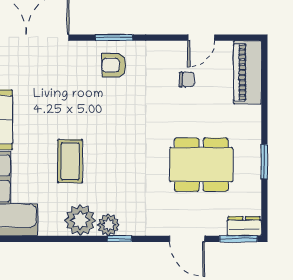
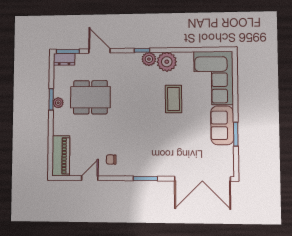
armchair: (114, 65) -> (145, 161), removed
chair: (187, 79) -> (111, 159), moved
plant: (253, 156) -> (58, 103), added

